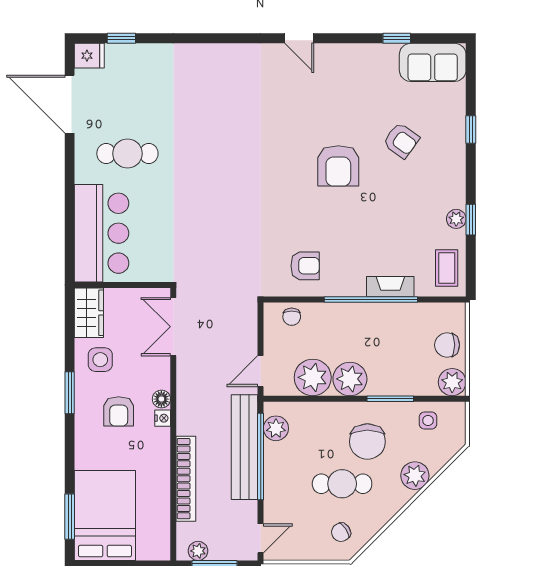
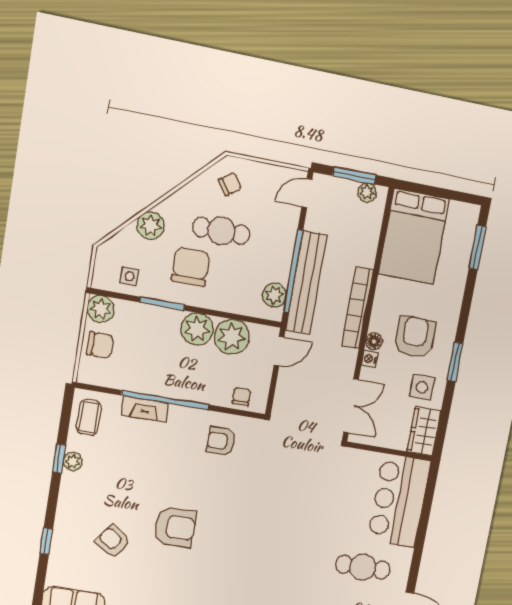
armchair: (338, 166) -> (175, 527), turned 90
armchair: (119, 411) -> (415, 337), width x1.38, depth x1.38
nightstand: (163, 418) -> (370, 359), moved
bookcase: (186, 479) -> (357, 308), moved
bed: (105, 515) -> (414, 236), moved

